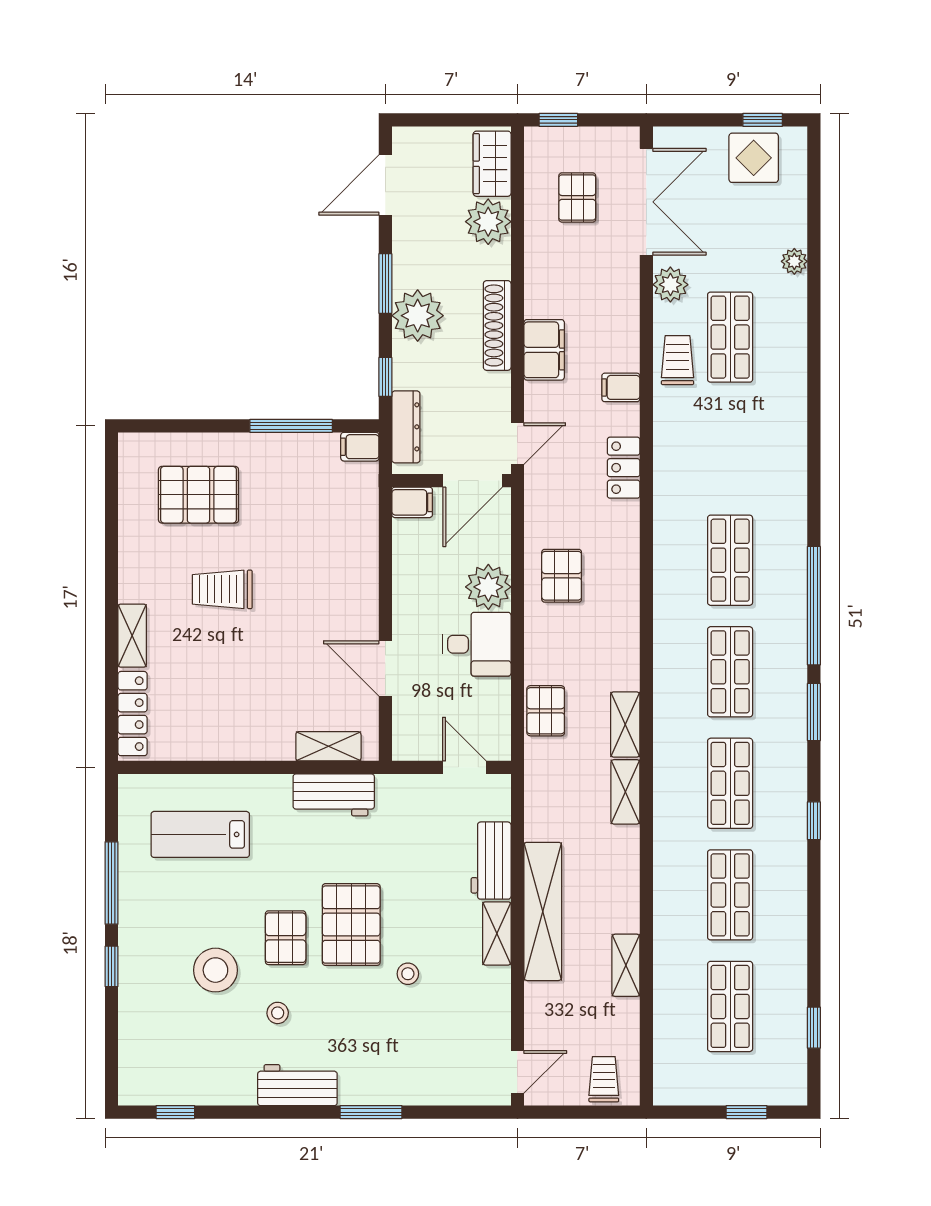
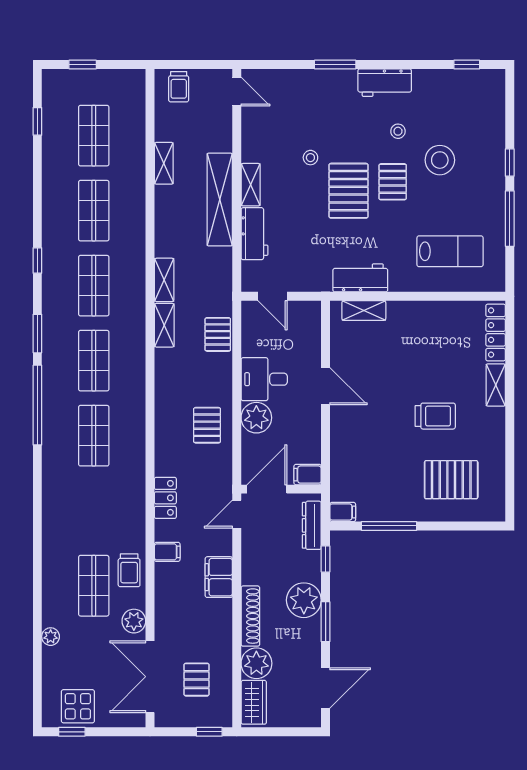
shoe rack: (497, 325) -> (250, 616), moved
door: (385, 669) -> (326, 386), moved
door: (517, 1072) -> (237, 92), swing flipped

